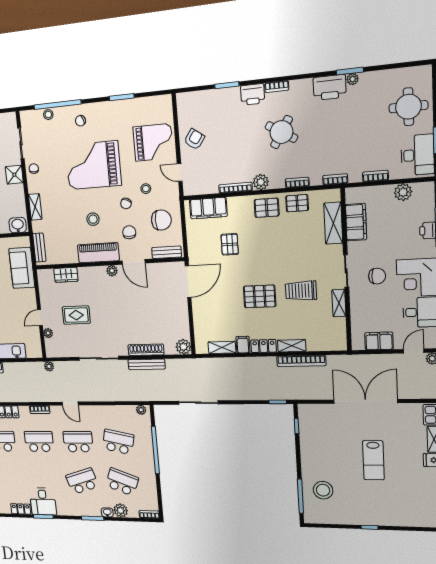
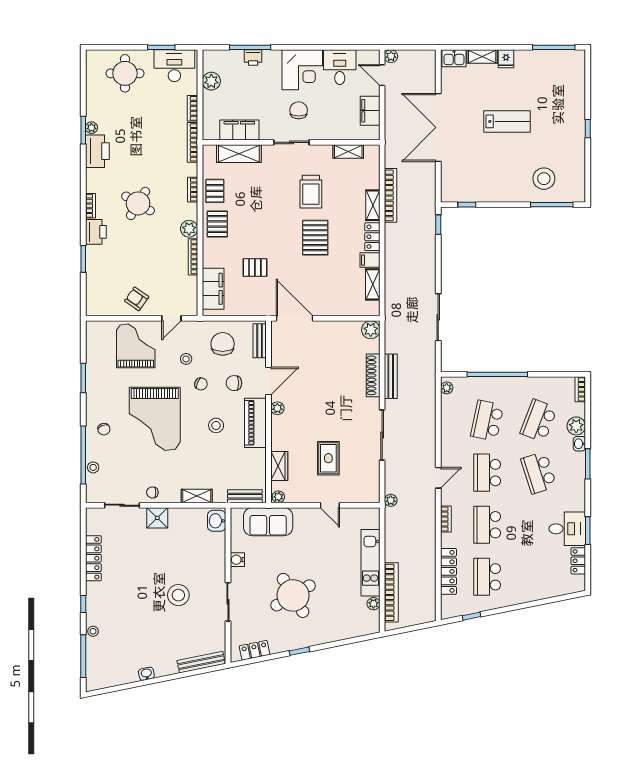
bookcase: (335, 179) -> (193, 142), width x1.56
shelving: (339, 303) -> (348, 152), moved
plant: (48, 333) -> (278, 497), moved

